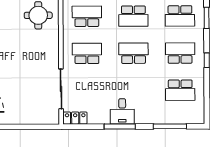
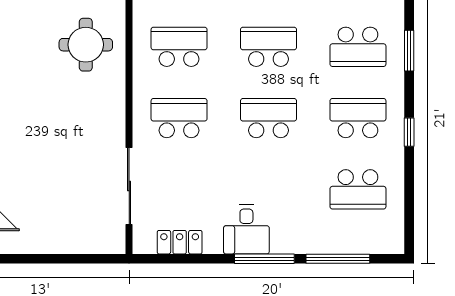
school desk: (133, 16) -> (268, 47), turned 180
locker: (75, 118) -> (180, 242), moved
window: (120, 127) -> (264, 259), moved

